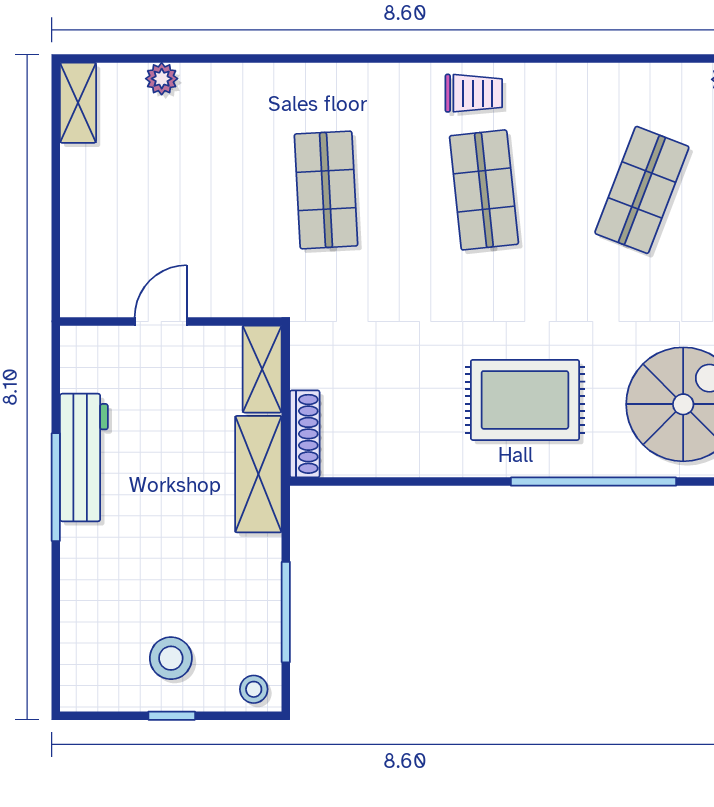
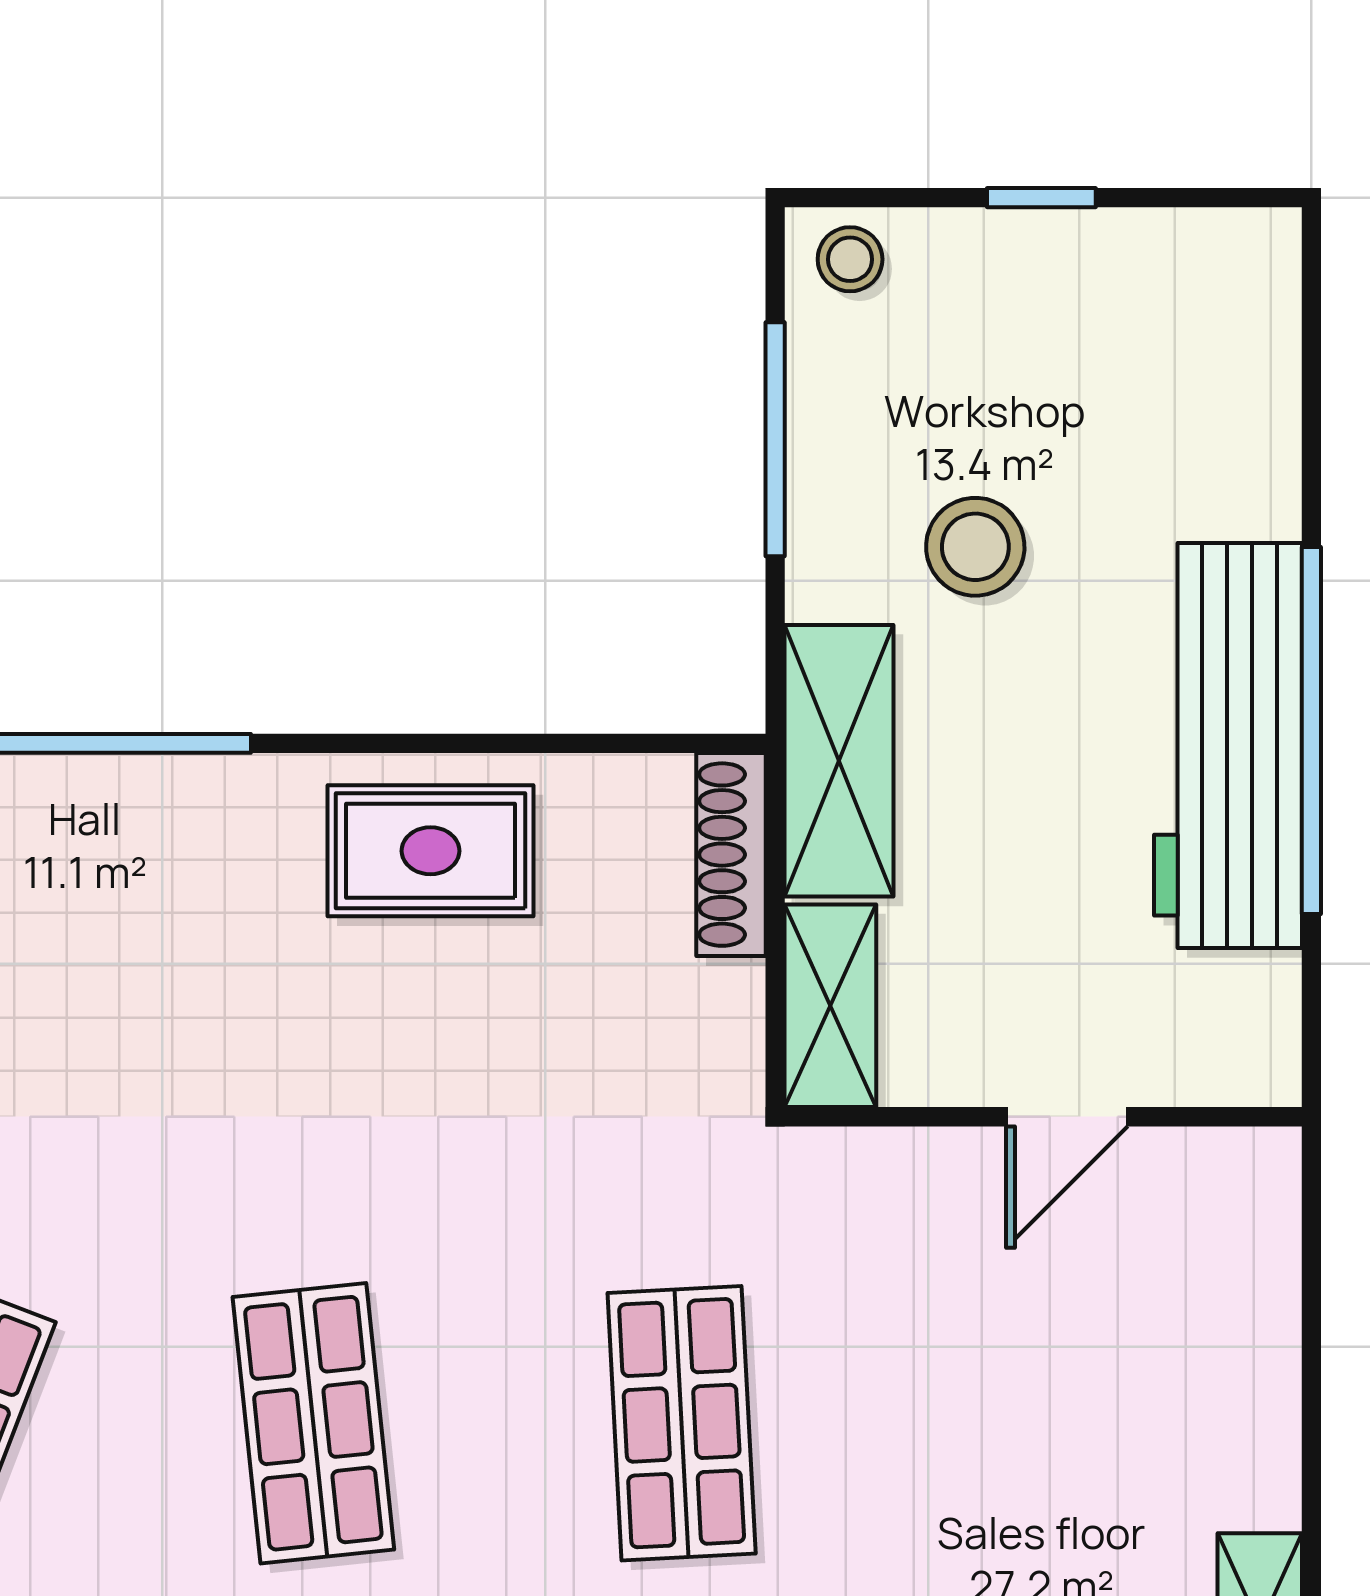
rug: (525, 400) -> (431, 851), moved, width x0.73, depth x0.70
workbench: (84, 457) -> (1228, 745), width x1.36, depth x1.32
window: (56, 487) -> (1311, 730), width x1.46
stool: (171, 658) -> (975, 547), moved

